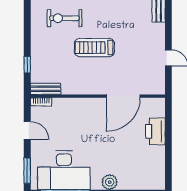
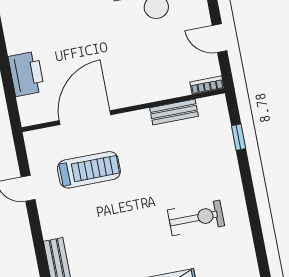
treadmill: (94, 48) -> (89, 170), moved
bench: (46, 89) -> (174, 112), moved

